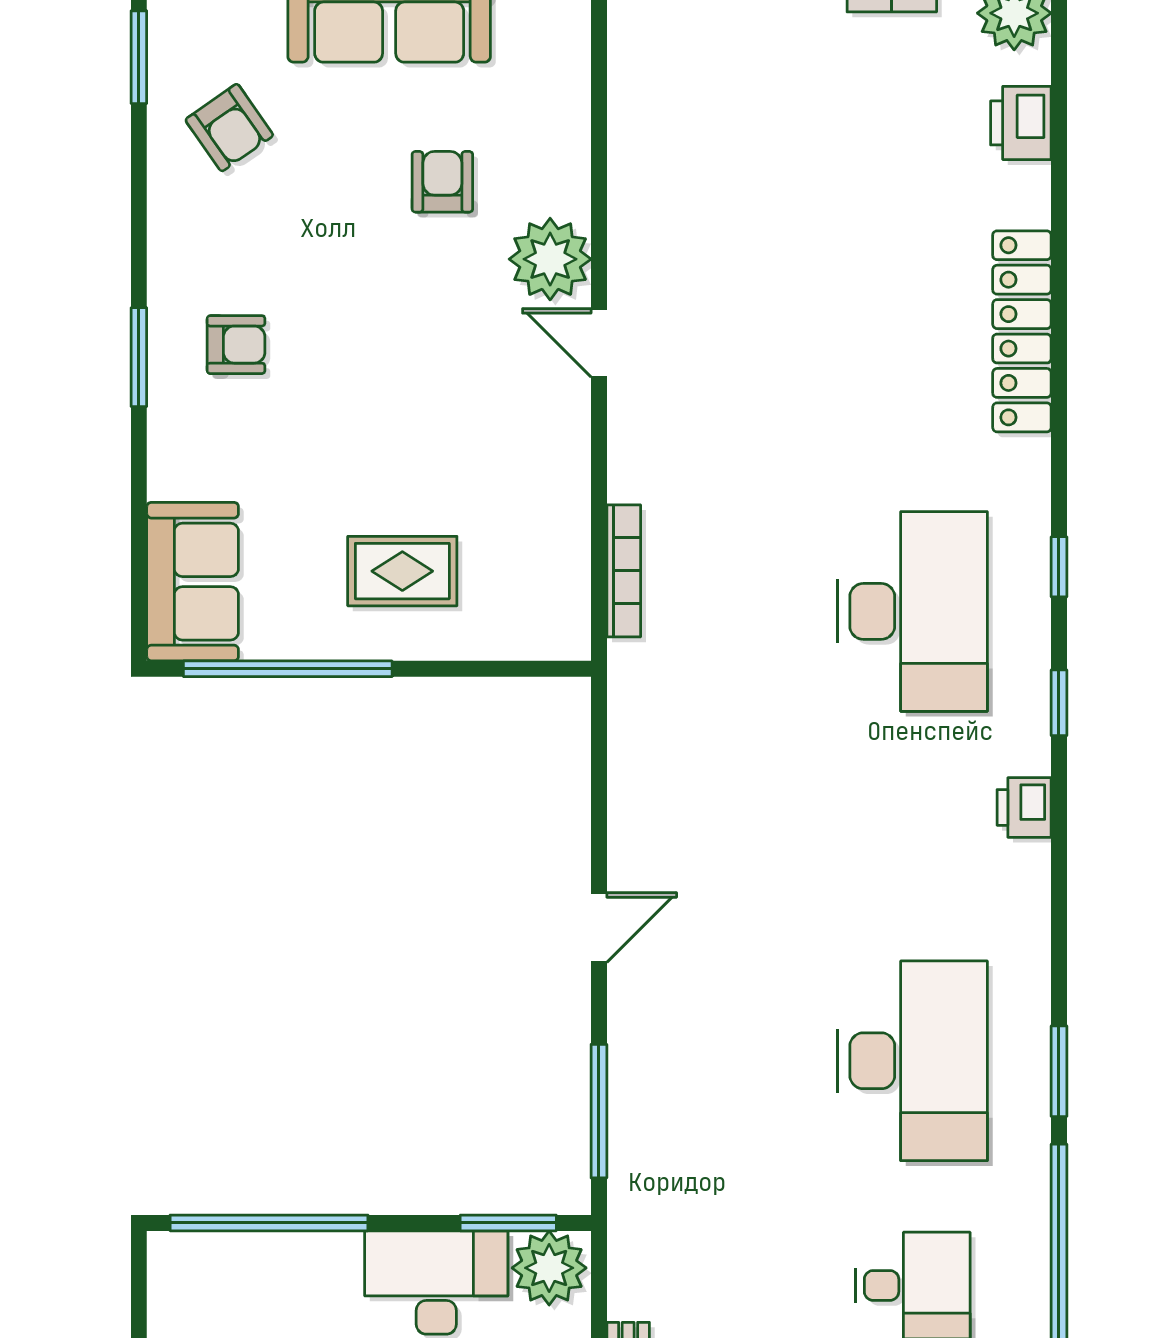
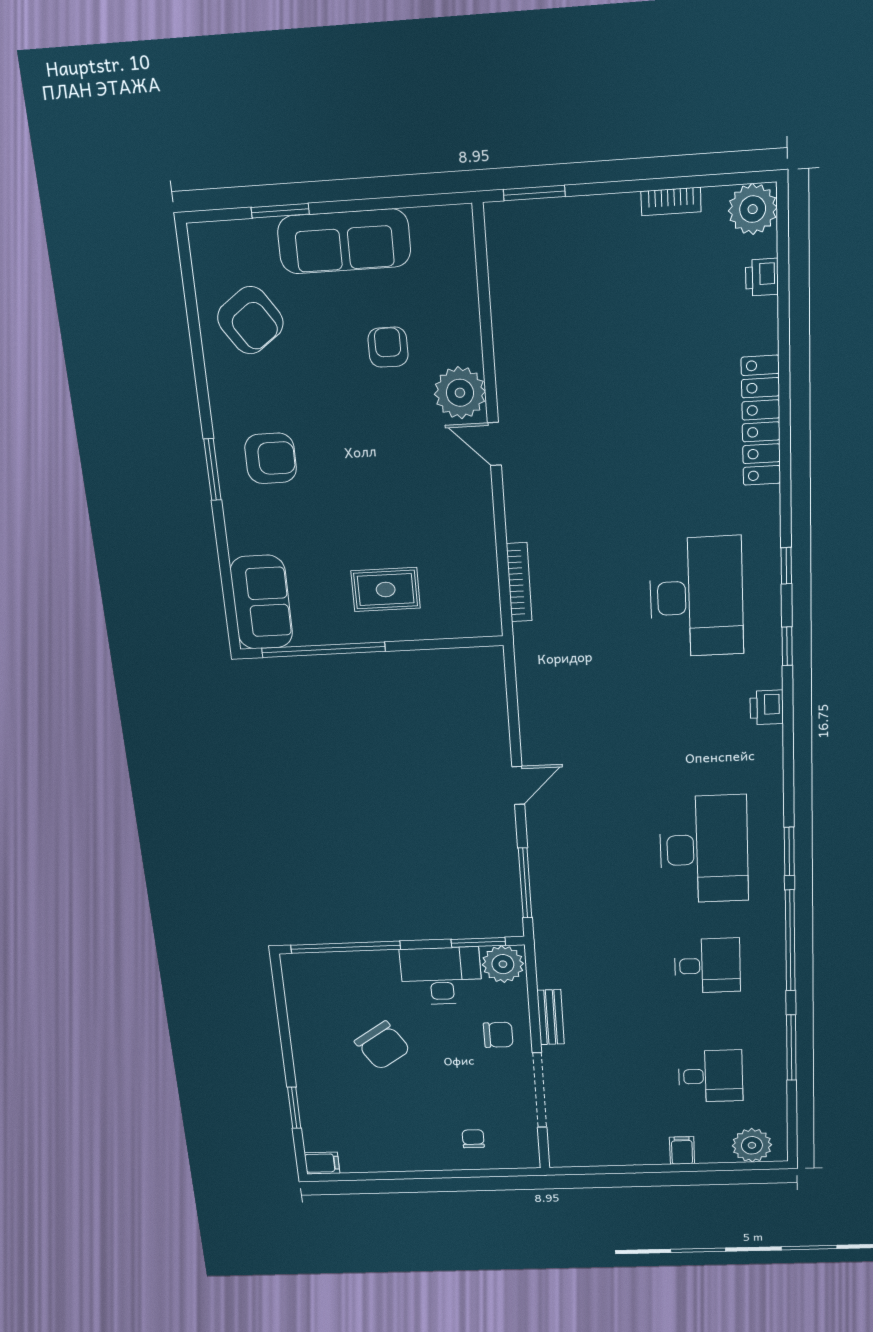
window: (139, 57) -> (188, 278), removed
printer: (1021, 123) -> (762, 277), width x0.73, depth x0.81
armchair: (229, 128) -> (250, 320), width x1.38, depth x1.38
armchair: (236, 345) -> (271, 458), width x1.38, depth x1.38

